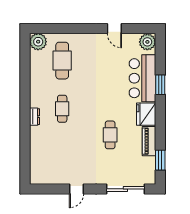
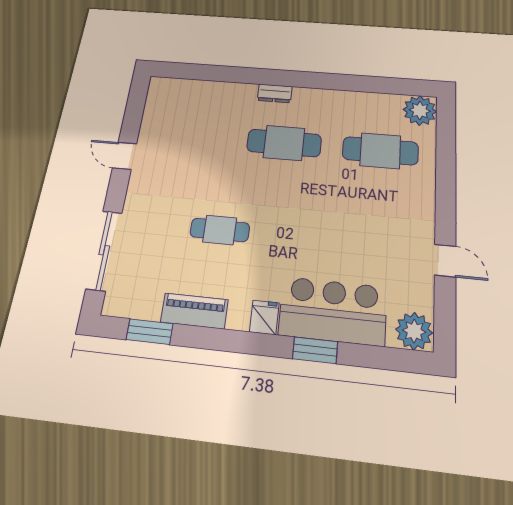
door: (114, 29) -> (445, 261), swing flipped
cafe table: (62, 109) -> (284, 143), width x1.37, depth x1.35
fridge: (146, 114) -> (264, 317), width x0.53, depth x0.75

